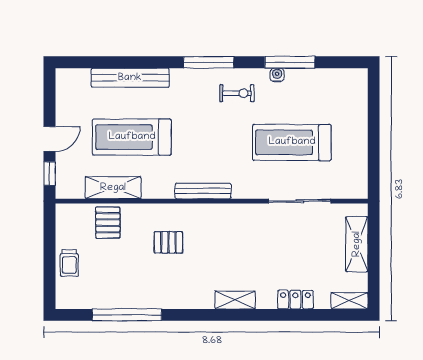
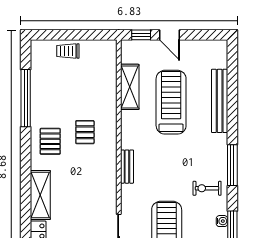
exercise bike: (237, 93) -> (207, 188), turned 90
bench: (203, 191) -> (127, 167), width x0.73
pallet: (108, 223) -> (50, 141), moved, turned 90
shelving: (235, 300) -> (40, 195), width x1.50, depth x1.33

